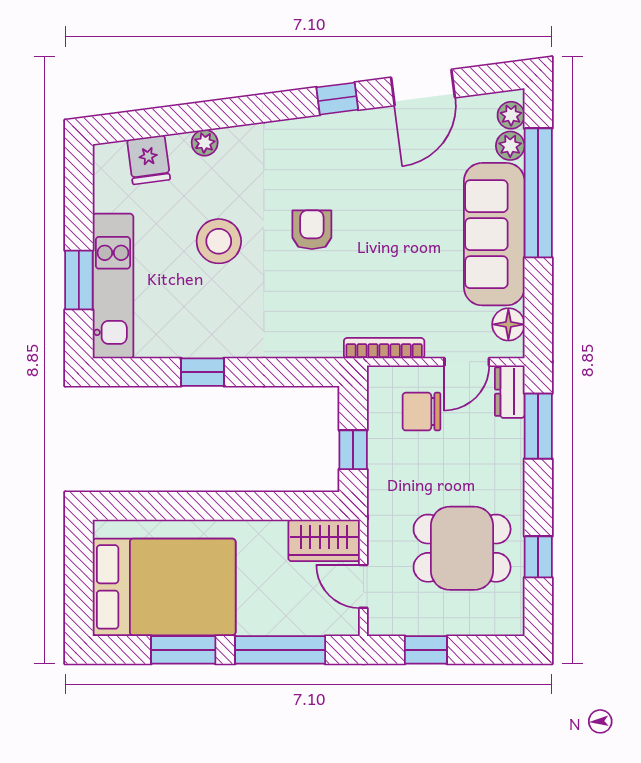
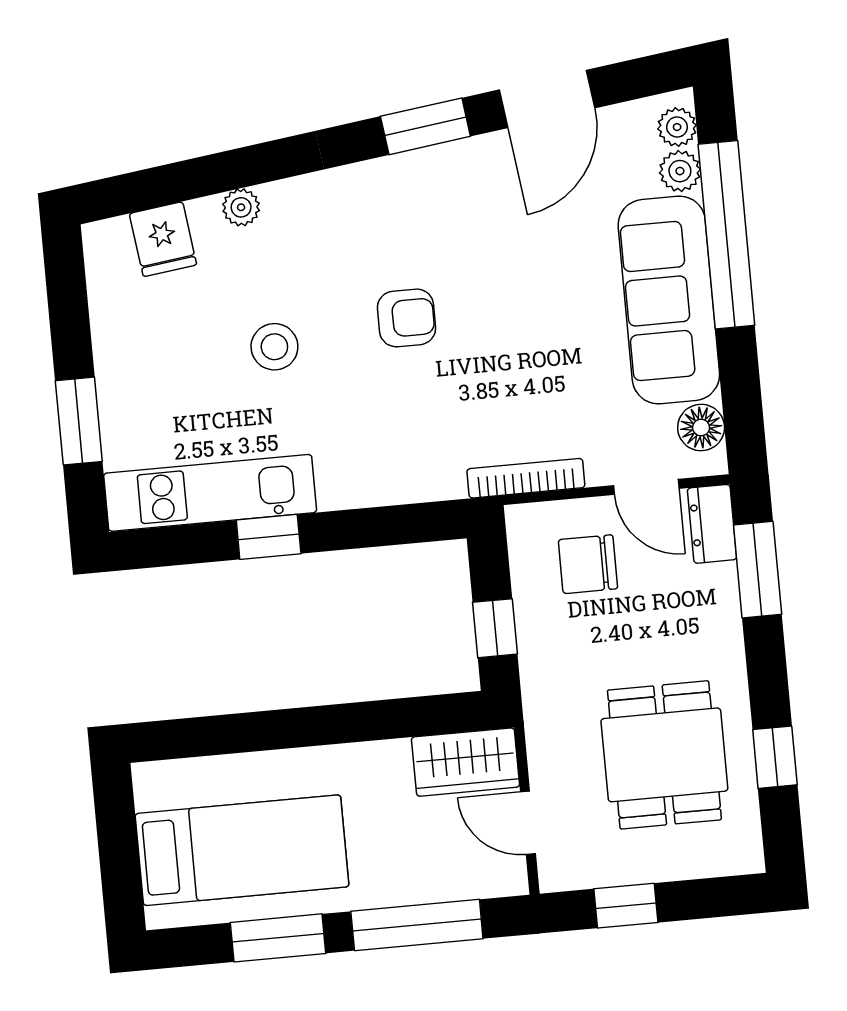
window: (337, 99) -> (425, 126), width x1.50
armchair: (312, 230) -> (407, 318), turned 90
stool: (219, 241) -> (274, 347), width x0.73, depth x0.73
kitchen unit: (113, 286) -> (210, 493), moved, turned -90
door: (467, 362) -> (646, 487), hinge flipped
dining table: (462, 548) -> (664, 755), turned 90
bed: (164, 587) -> (242, 850), width x0.67

